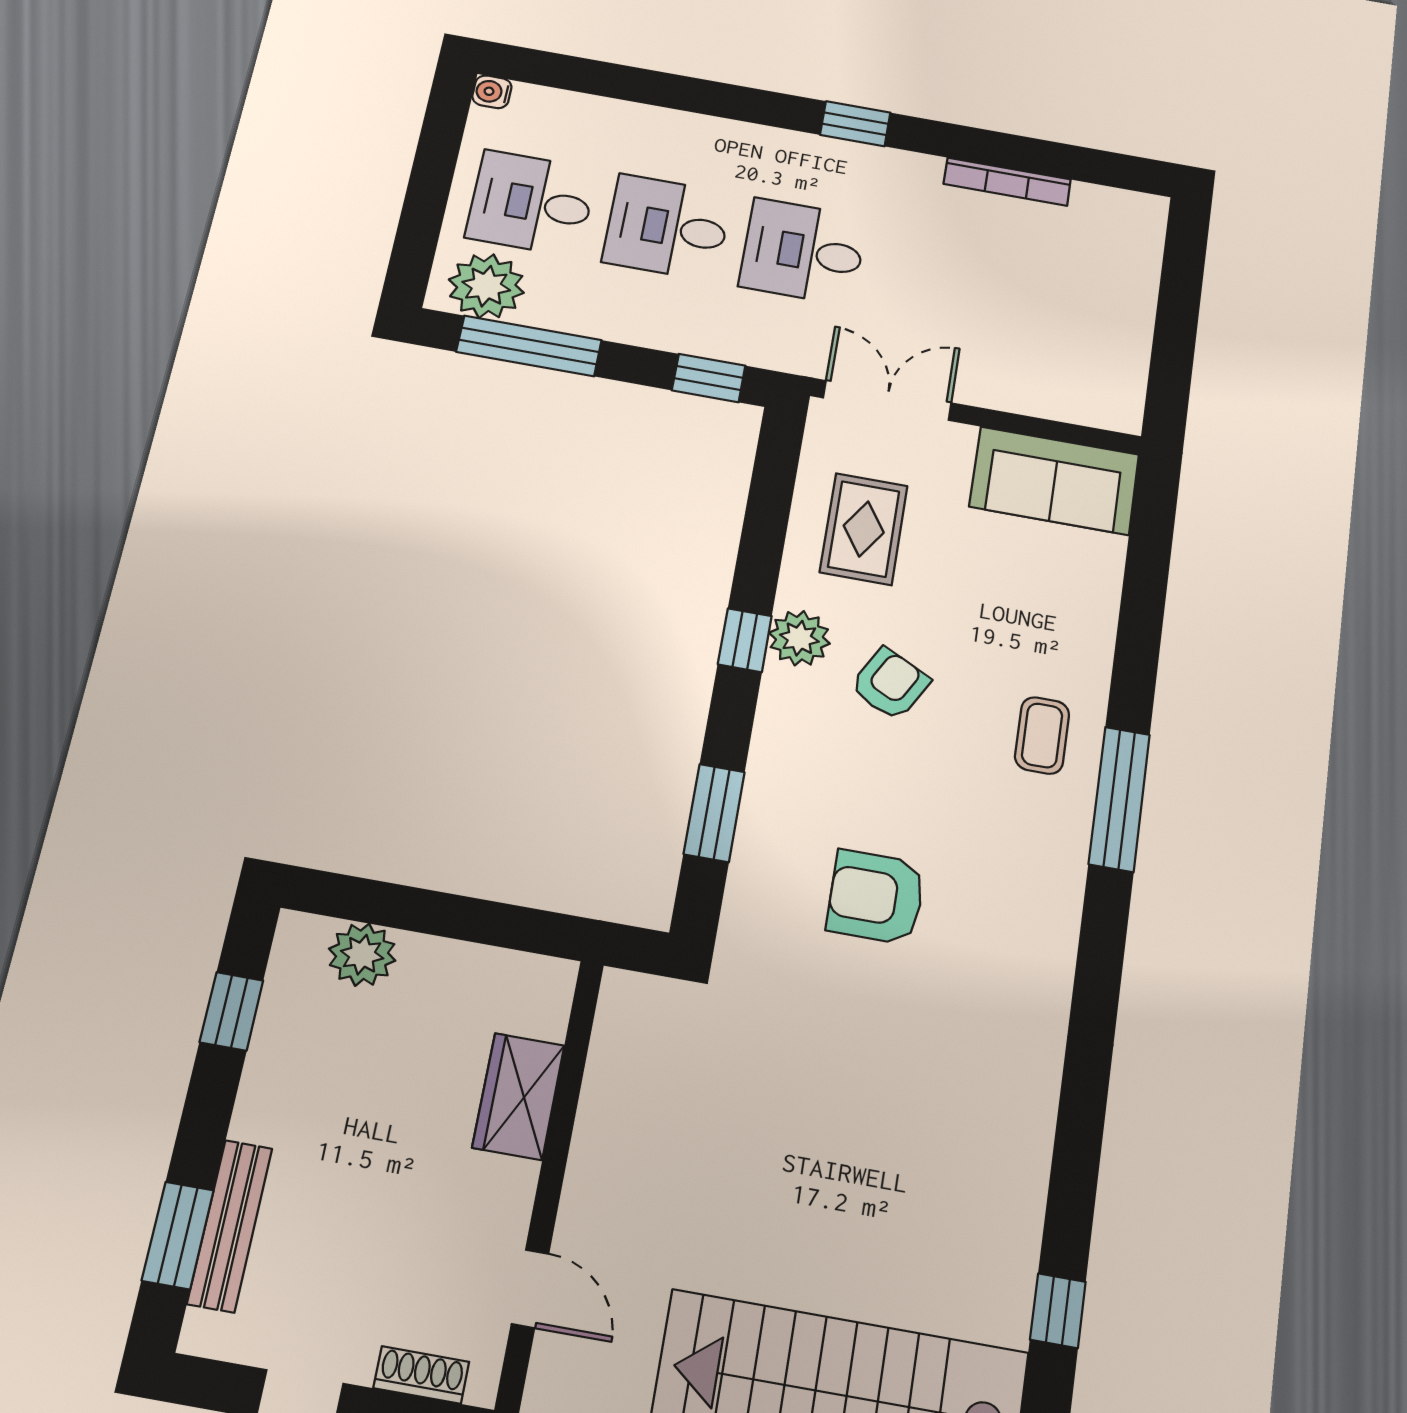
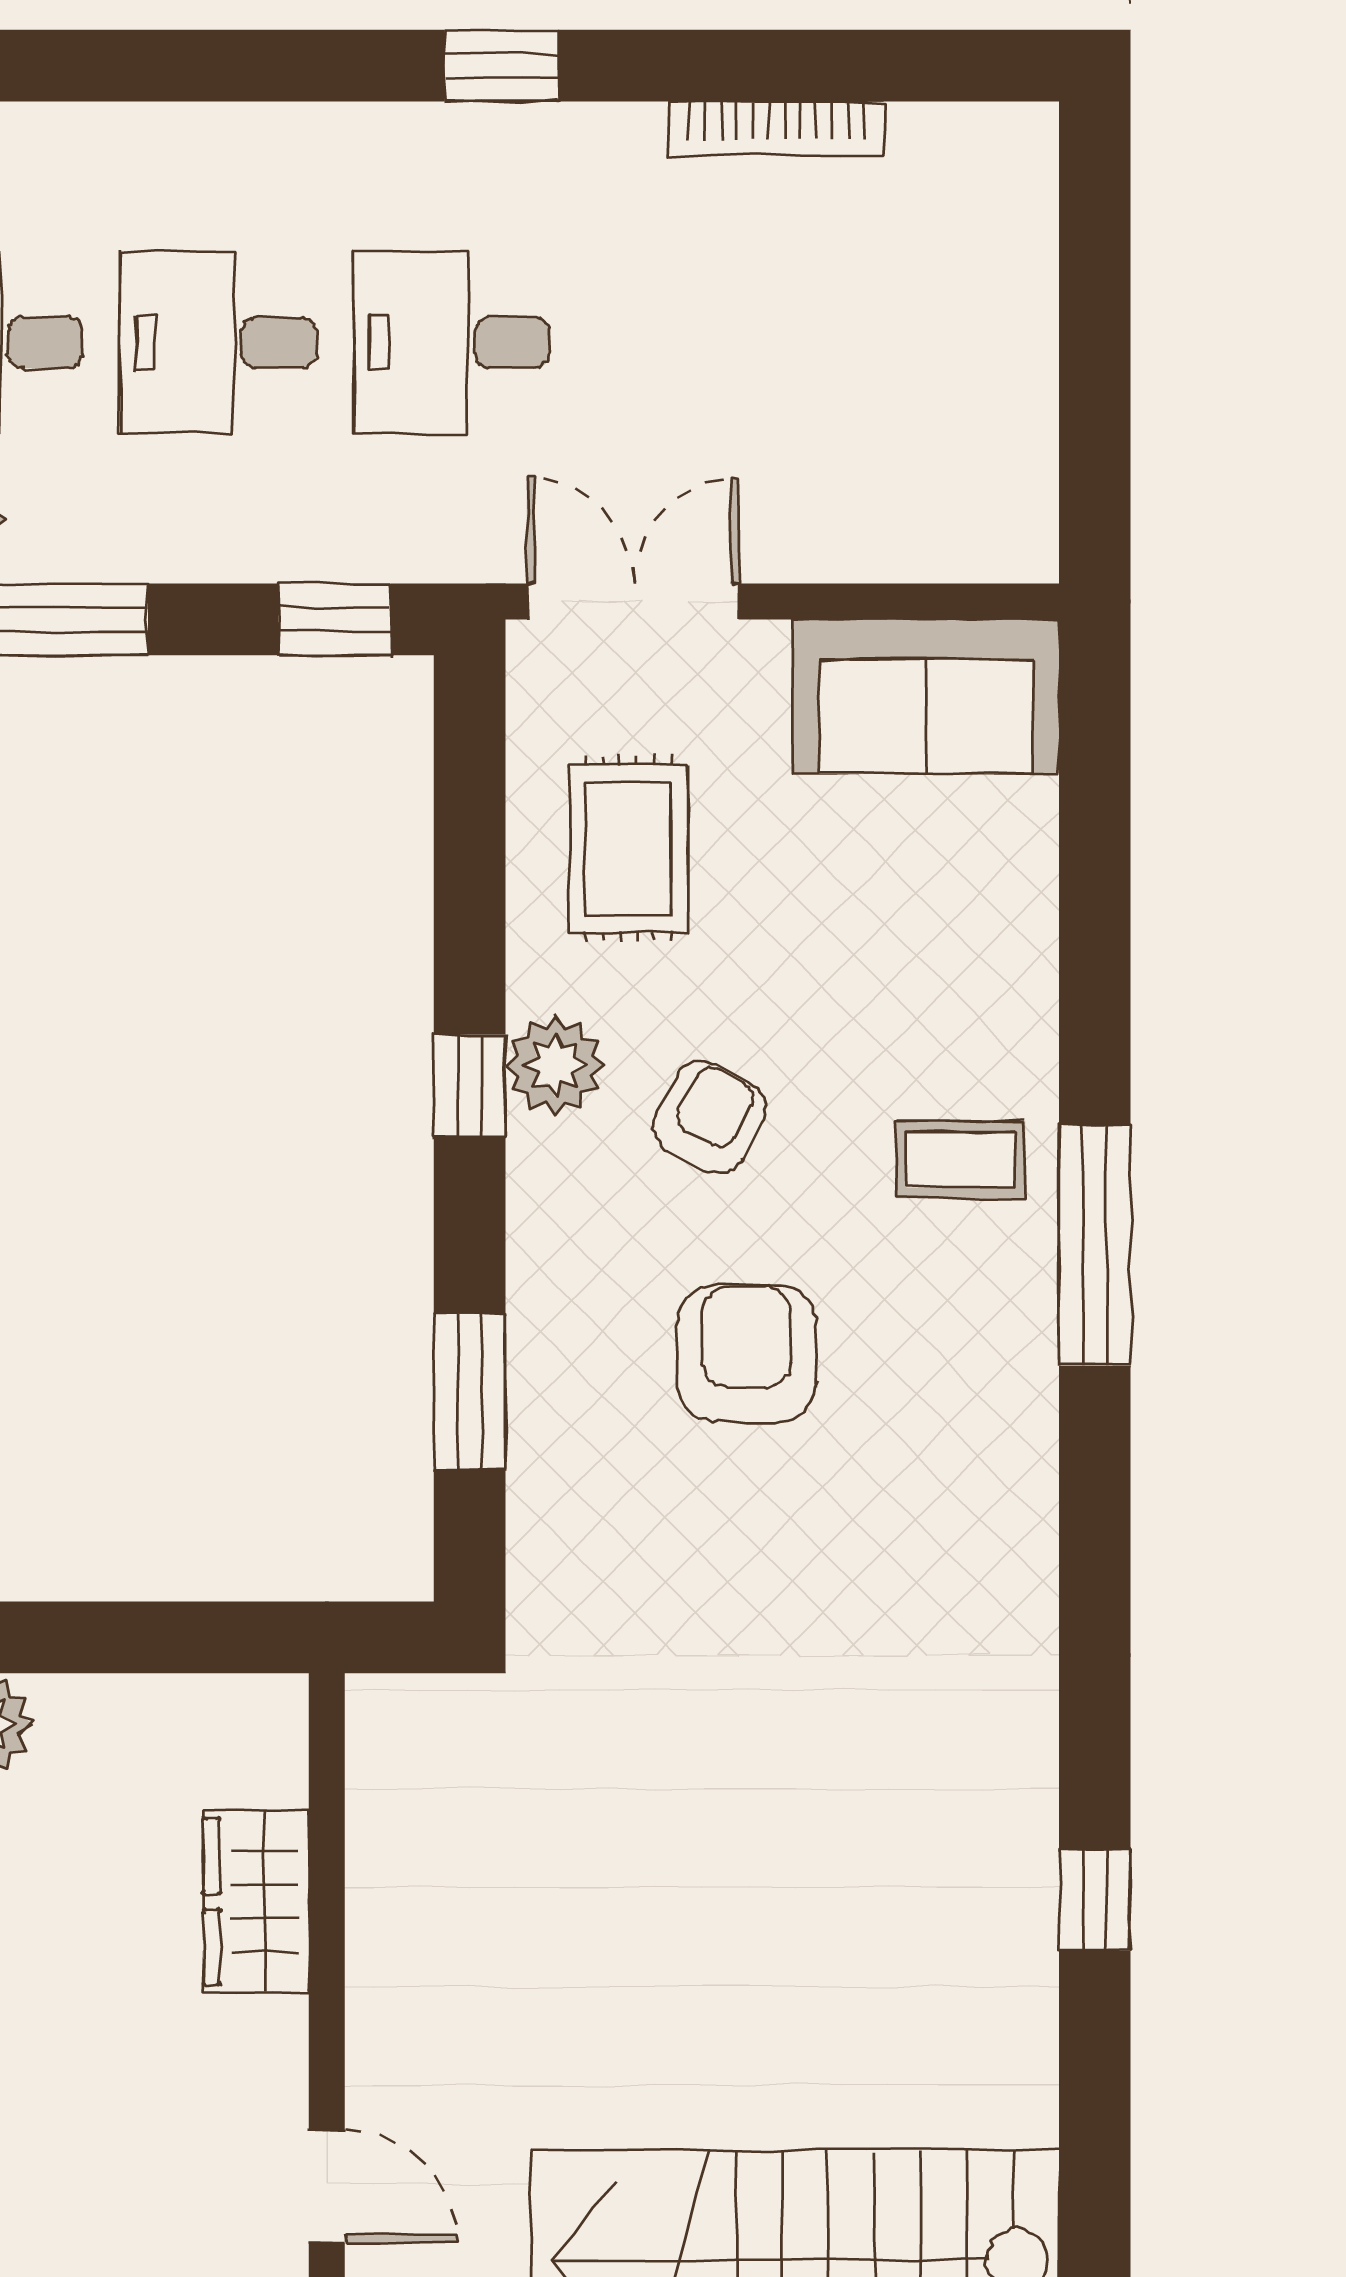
coffee table: (1042, 735) -> (961, 1160), turned 90
armchair: (876, 897) -> (747, 1354), moved, turned 90
window: (1058, 1311) -> (1095, 1900), moved

